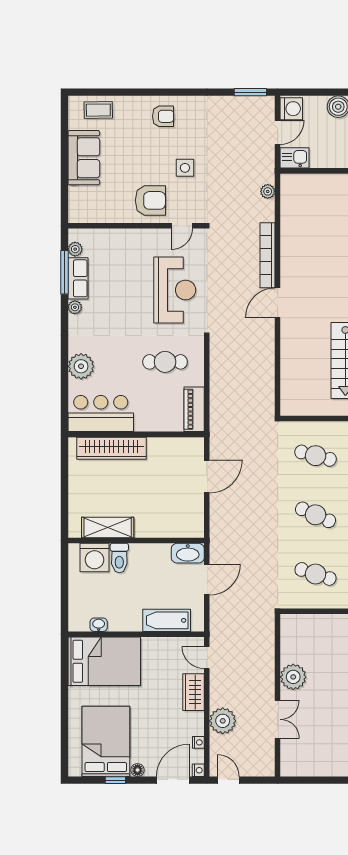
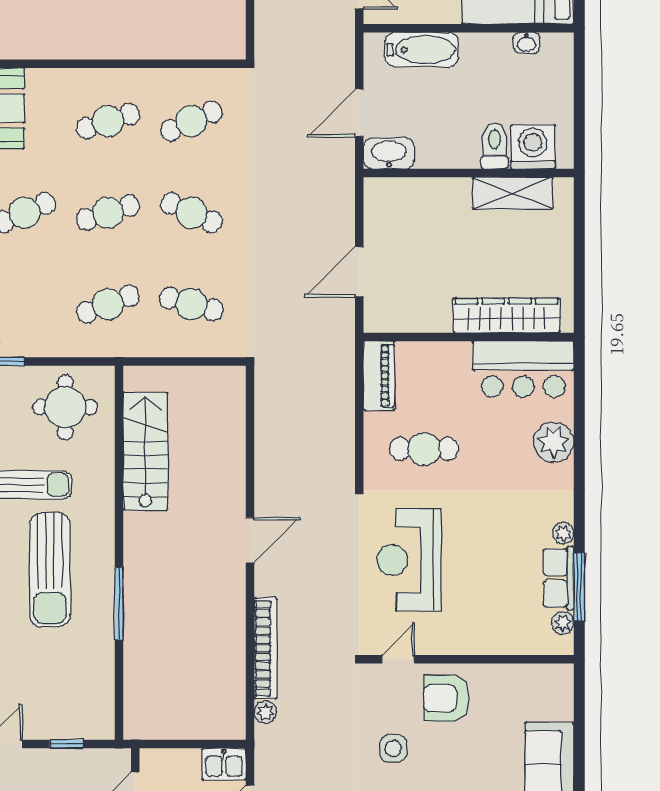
bookcase: (268, 255) -> (266, 648), moved
cafe table: (316, 574) -> (191, 121), turned -42

